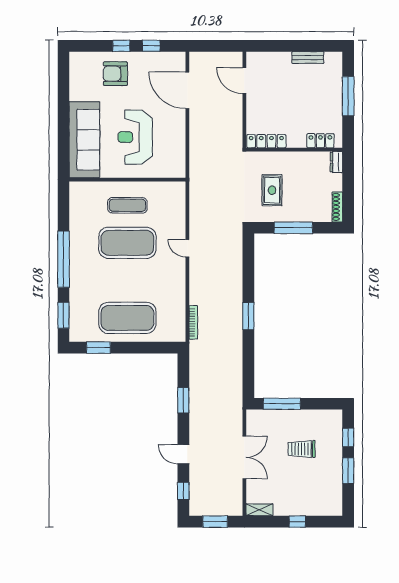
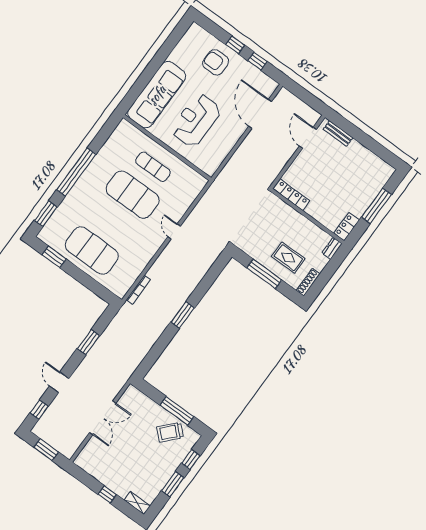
bench: (308, 58) -> (338, 133), moved
locker: (320, 141) -> (347, 227), moved, turned -90
rug: (272, 190) -> (288, 258), moved, turned 90
window: (282, 404) -> (177, 411), moved
trolley: (302, 449) -> (170, 432), moved, turned -47
shelving: (259, 510) -> (137, 503), moved

